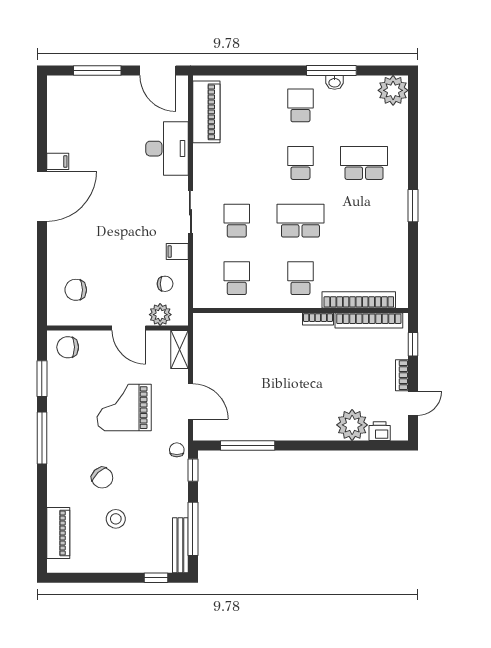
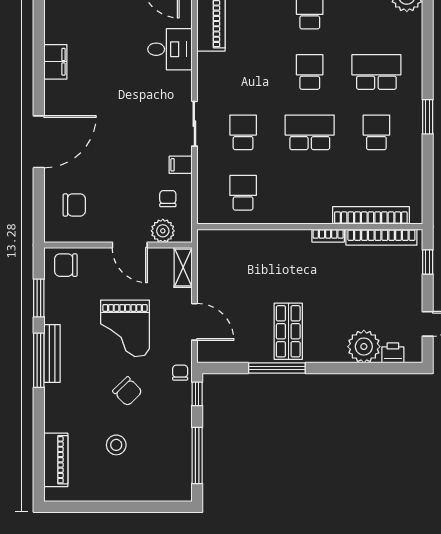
desk: (167, 149) -> (170, 49), width x0.73
filing cabinet: (58, 161) -> (55, 62), width x2.00
door: (42, 196) -> (39, 142), moved
school desk: (300, 278) -> (376, 132), moved
chair: (165, 284) -> (168, 199), turned -90
chair: (76, 290) -> (74, 205), turned 180
bookcase: (402, 375) -> (416, 294), removed
grand piano: (124, 408) -> (125, 328), turned -90
shop shelf: (280, 410) -> (288, 331), added
window: (248, 445) -> (277, 368), moved
chair: (102, 478) -> (127, 391), moved
bench: (180, 545) -> (52, 353), moved
window: (156, 578) -> (158, 507), removed

